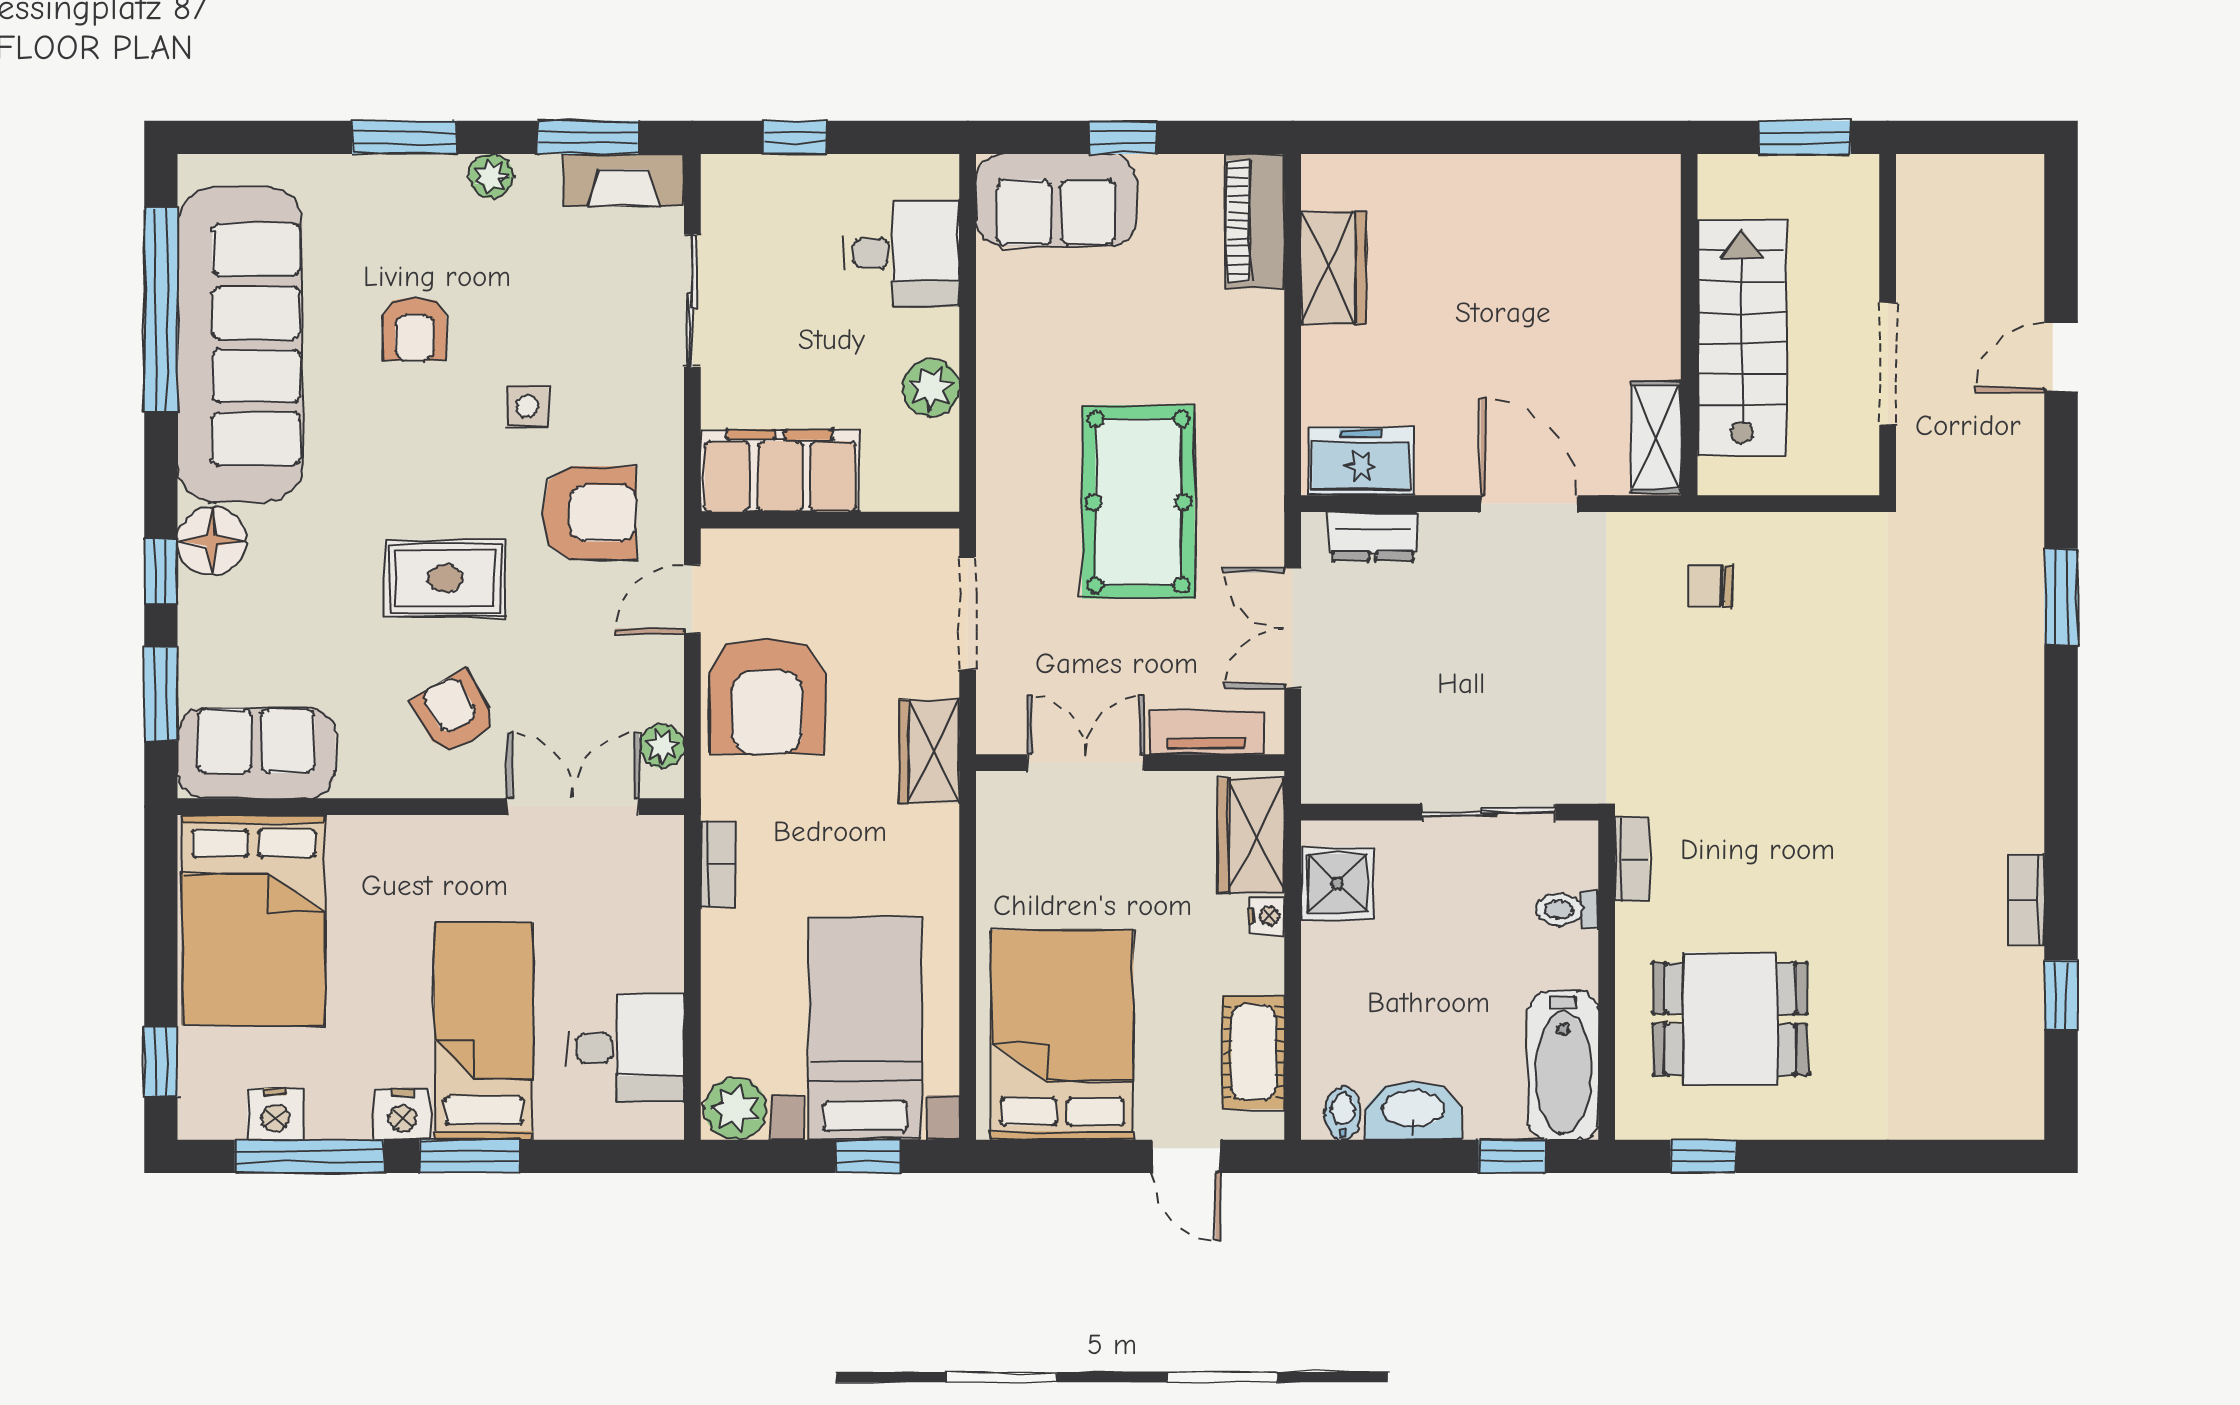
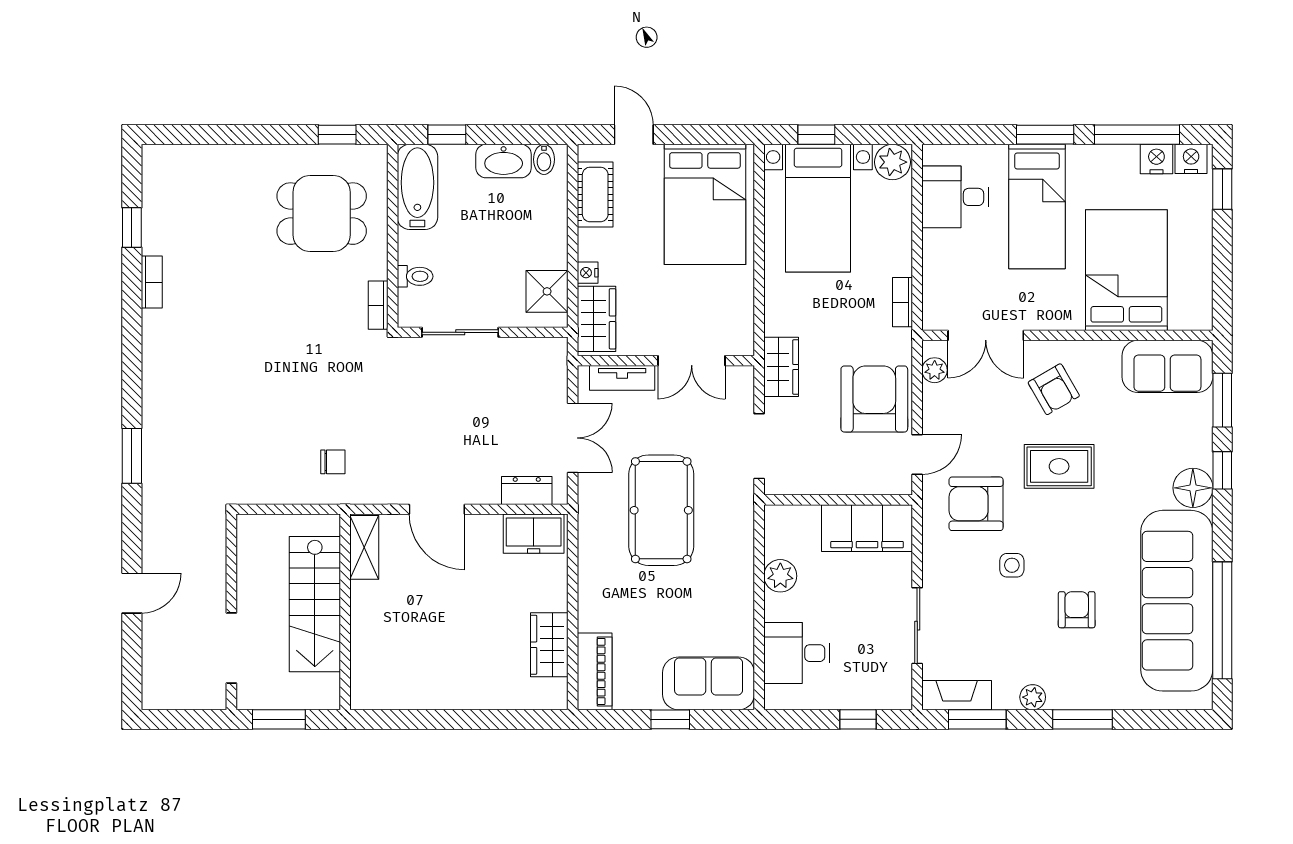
doorway: (1888, 364) -> (231, 648), moved
bed: (254, 920) -> (1126, 270), moved
nightstand: (403, 1114) -> (1191, 159), moved

